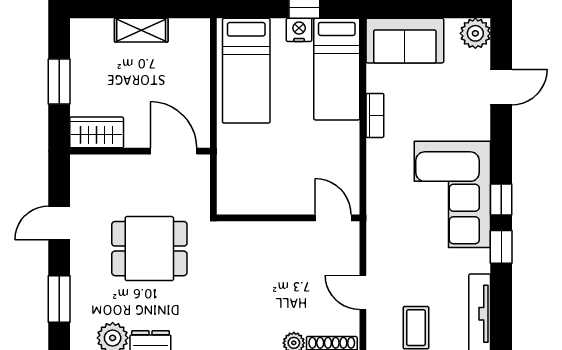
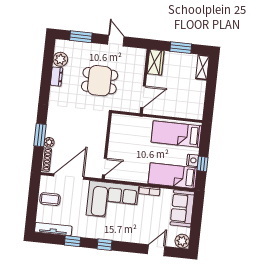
shelving: (141, 30) -> (202, 67), moved
door: (501, 87) -> (156, 250), swing flipped
corner sofa: (452, 194) -> (112, 200), moved, turned 180
window: (501, 247) -> (72, 241), moved
dining table: (149, 249) -> (100, 81), turned 90
door: (363, 292) -> (69, 177), width x1.87

